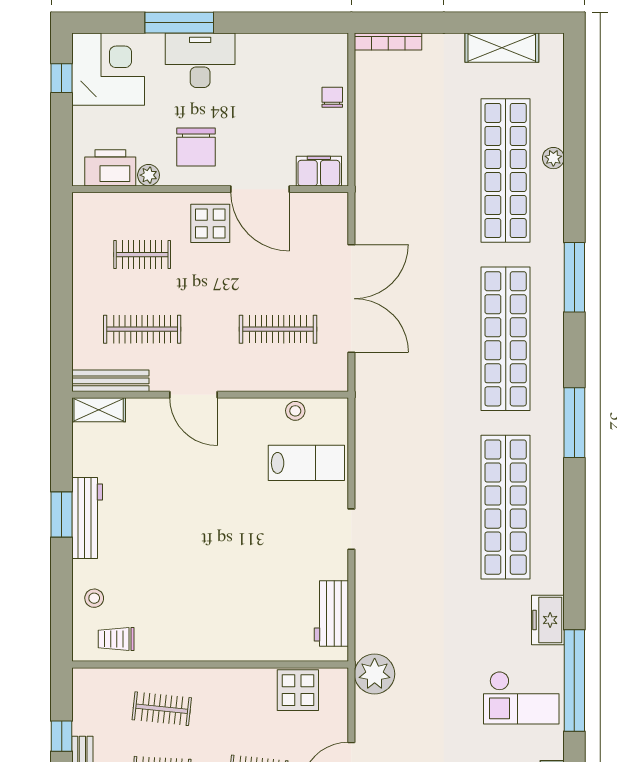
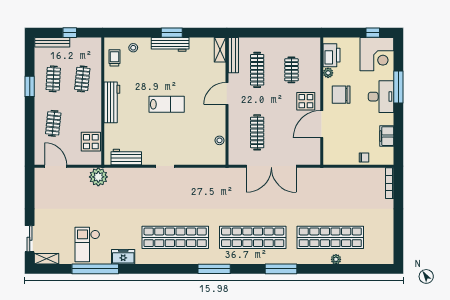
shelving: (502, 48) -> (387, 236), removed
filing cabinet: (319, 171) -> (387, 136), moved, turned 180
lab bench: (306, 463) -> (167, 104), moved, turned -90
workbench: (213, 645) -> (112, 102), added

